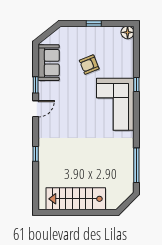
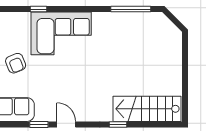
stairs: (76, 199) -> (147, 109), moved, turned 90

